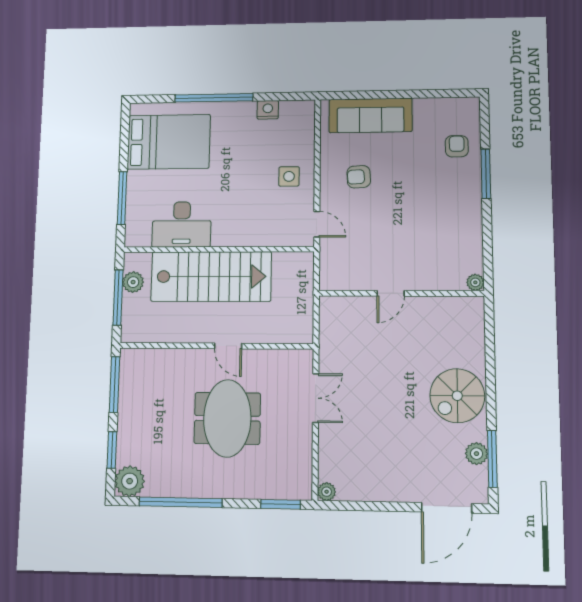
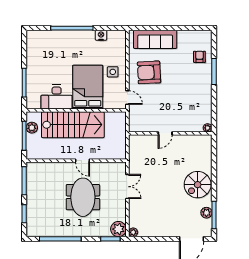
bed: (169, 142) -> (88, 87), moved, turned -90
armchair: (359, 177) -> (149, 72), width x1.88, depth x1.88
plant: (130, 481) -> (118, 229), moved

